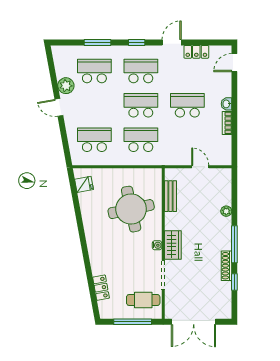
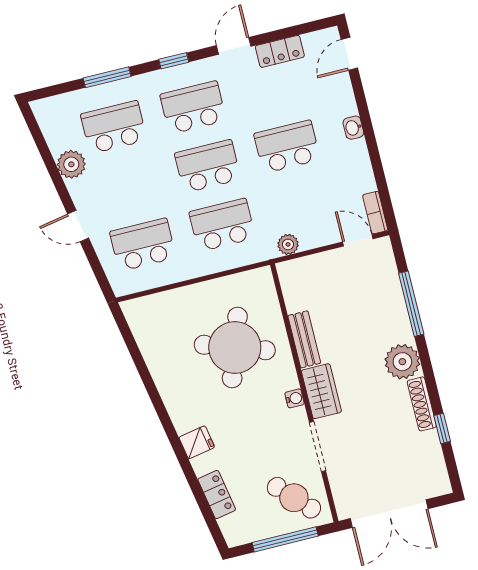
door: (59, 107) -> (78, 226), moved
bookcase: (227, 123) -> (375, 213), moved
plant: (175, 159) -> (288, 244), added
door: (200, 167) -> (358, 240), moved
fridge: (84, 184) -> (197, 442), moved
bench: (170, 196) -> (304, 339), moved
round table: (131, 209) -> (235, 348), turned 31
plant: (226, 211) -> (402, 362), moved, width x1.87, depth x1.87
window: (234, 244) -> (411, 304), moved
cafe table: (143, 300) -> (294, 498), turned 46

